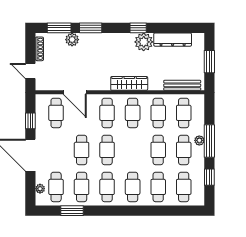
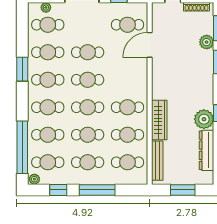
wardrobe: (129, 83) -> (159, 120), moved
cafe table: (107, 113) -> (88, 107), moved
plant: (199, 140) -> (34, 179), moved
window: (72, 211) -> (22, 69), moved
window: (170, 211) -> (22, 147), added

